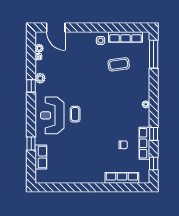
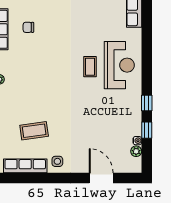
door: (56, 28) -> (101, 178), moved
plant: (40, 78) -> (135, 113), removed
window: (31, 144) -> (147, 130), moved

